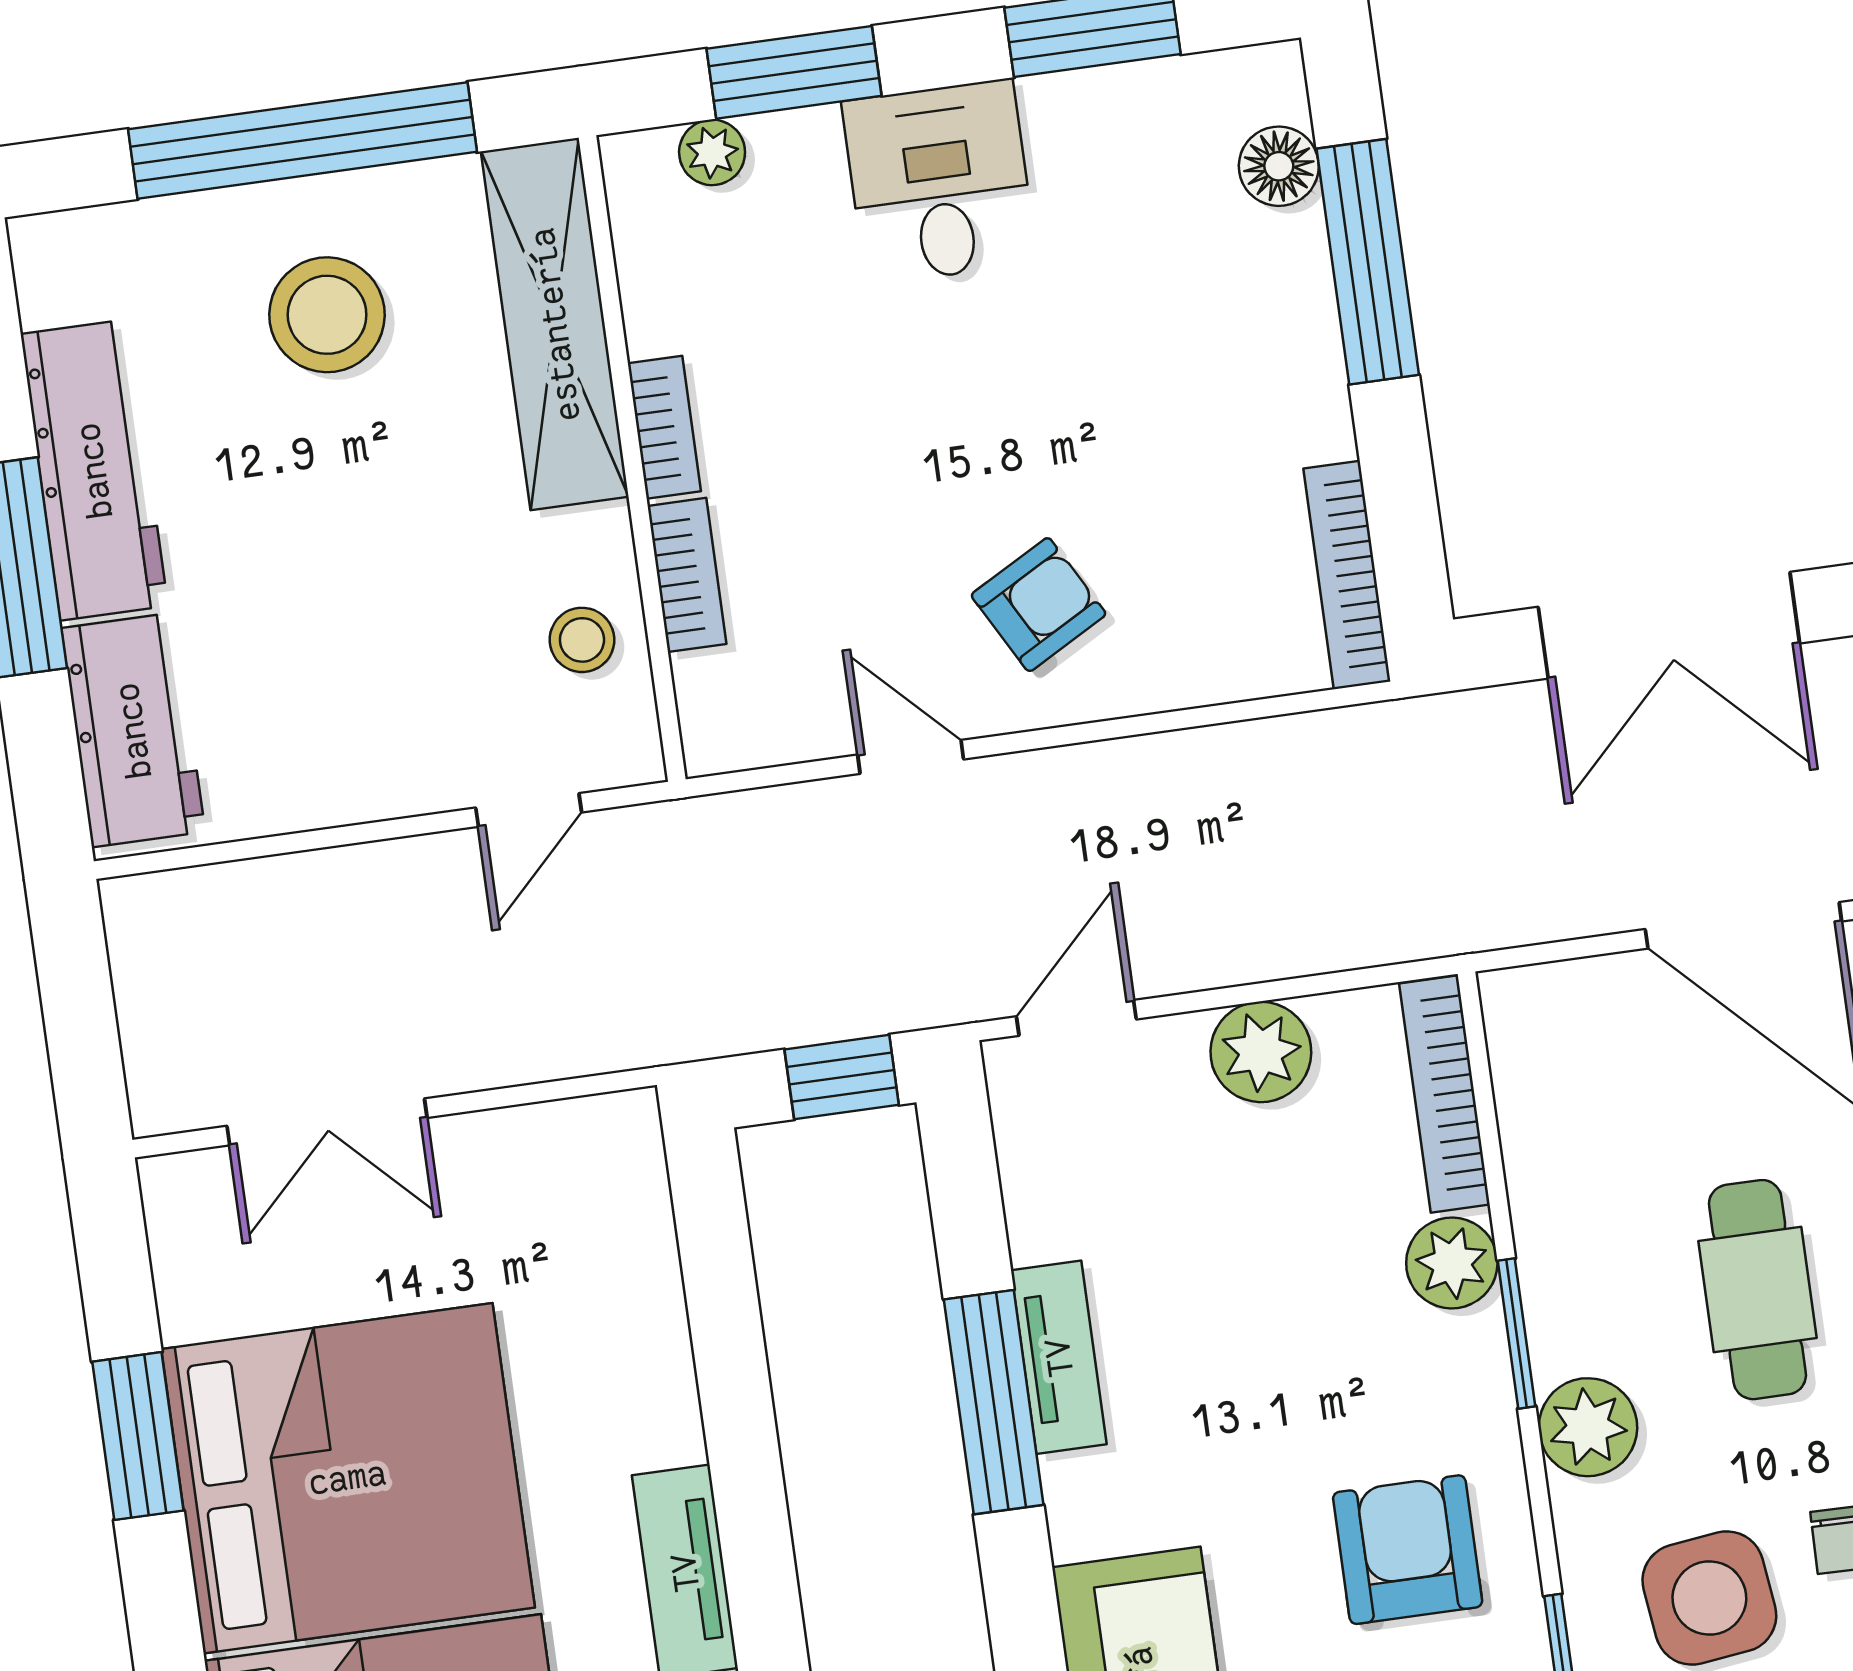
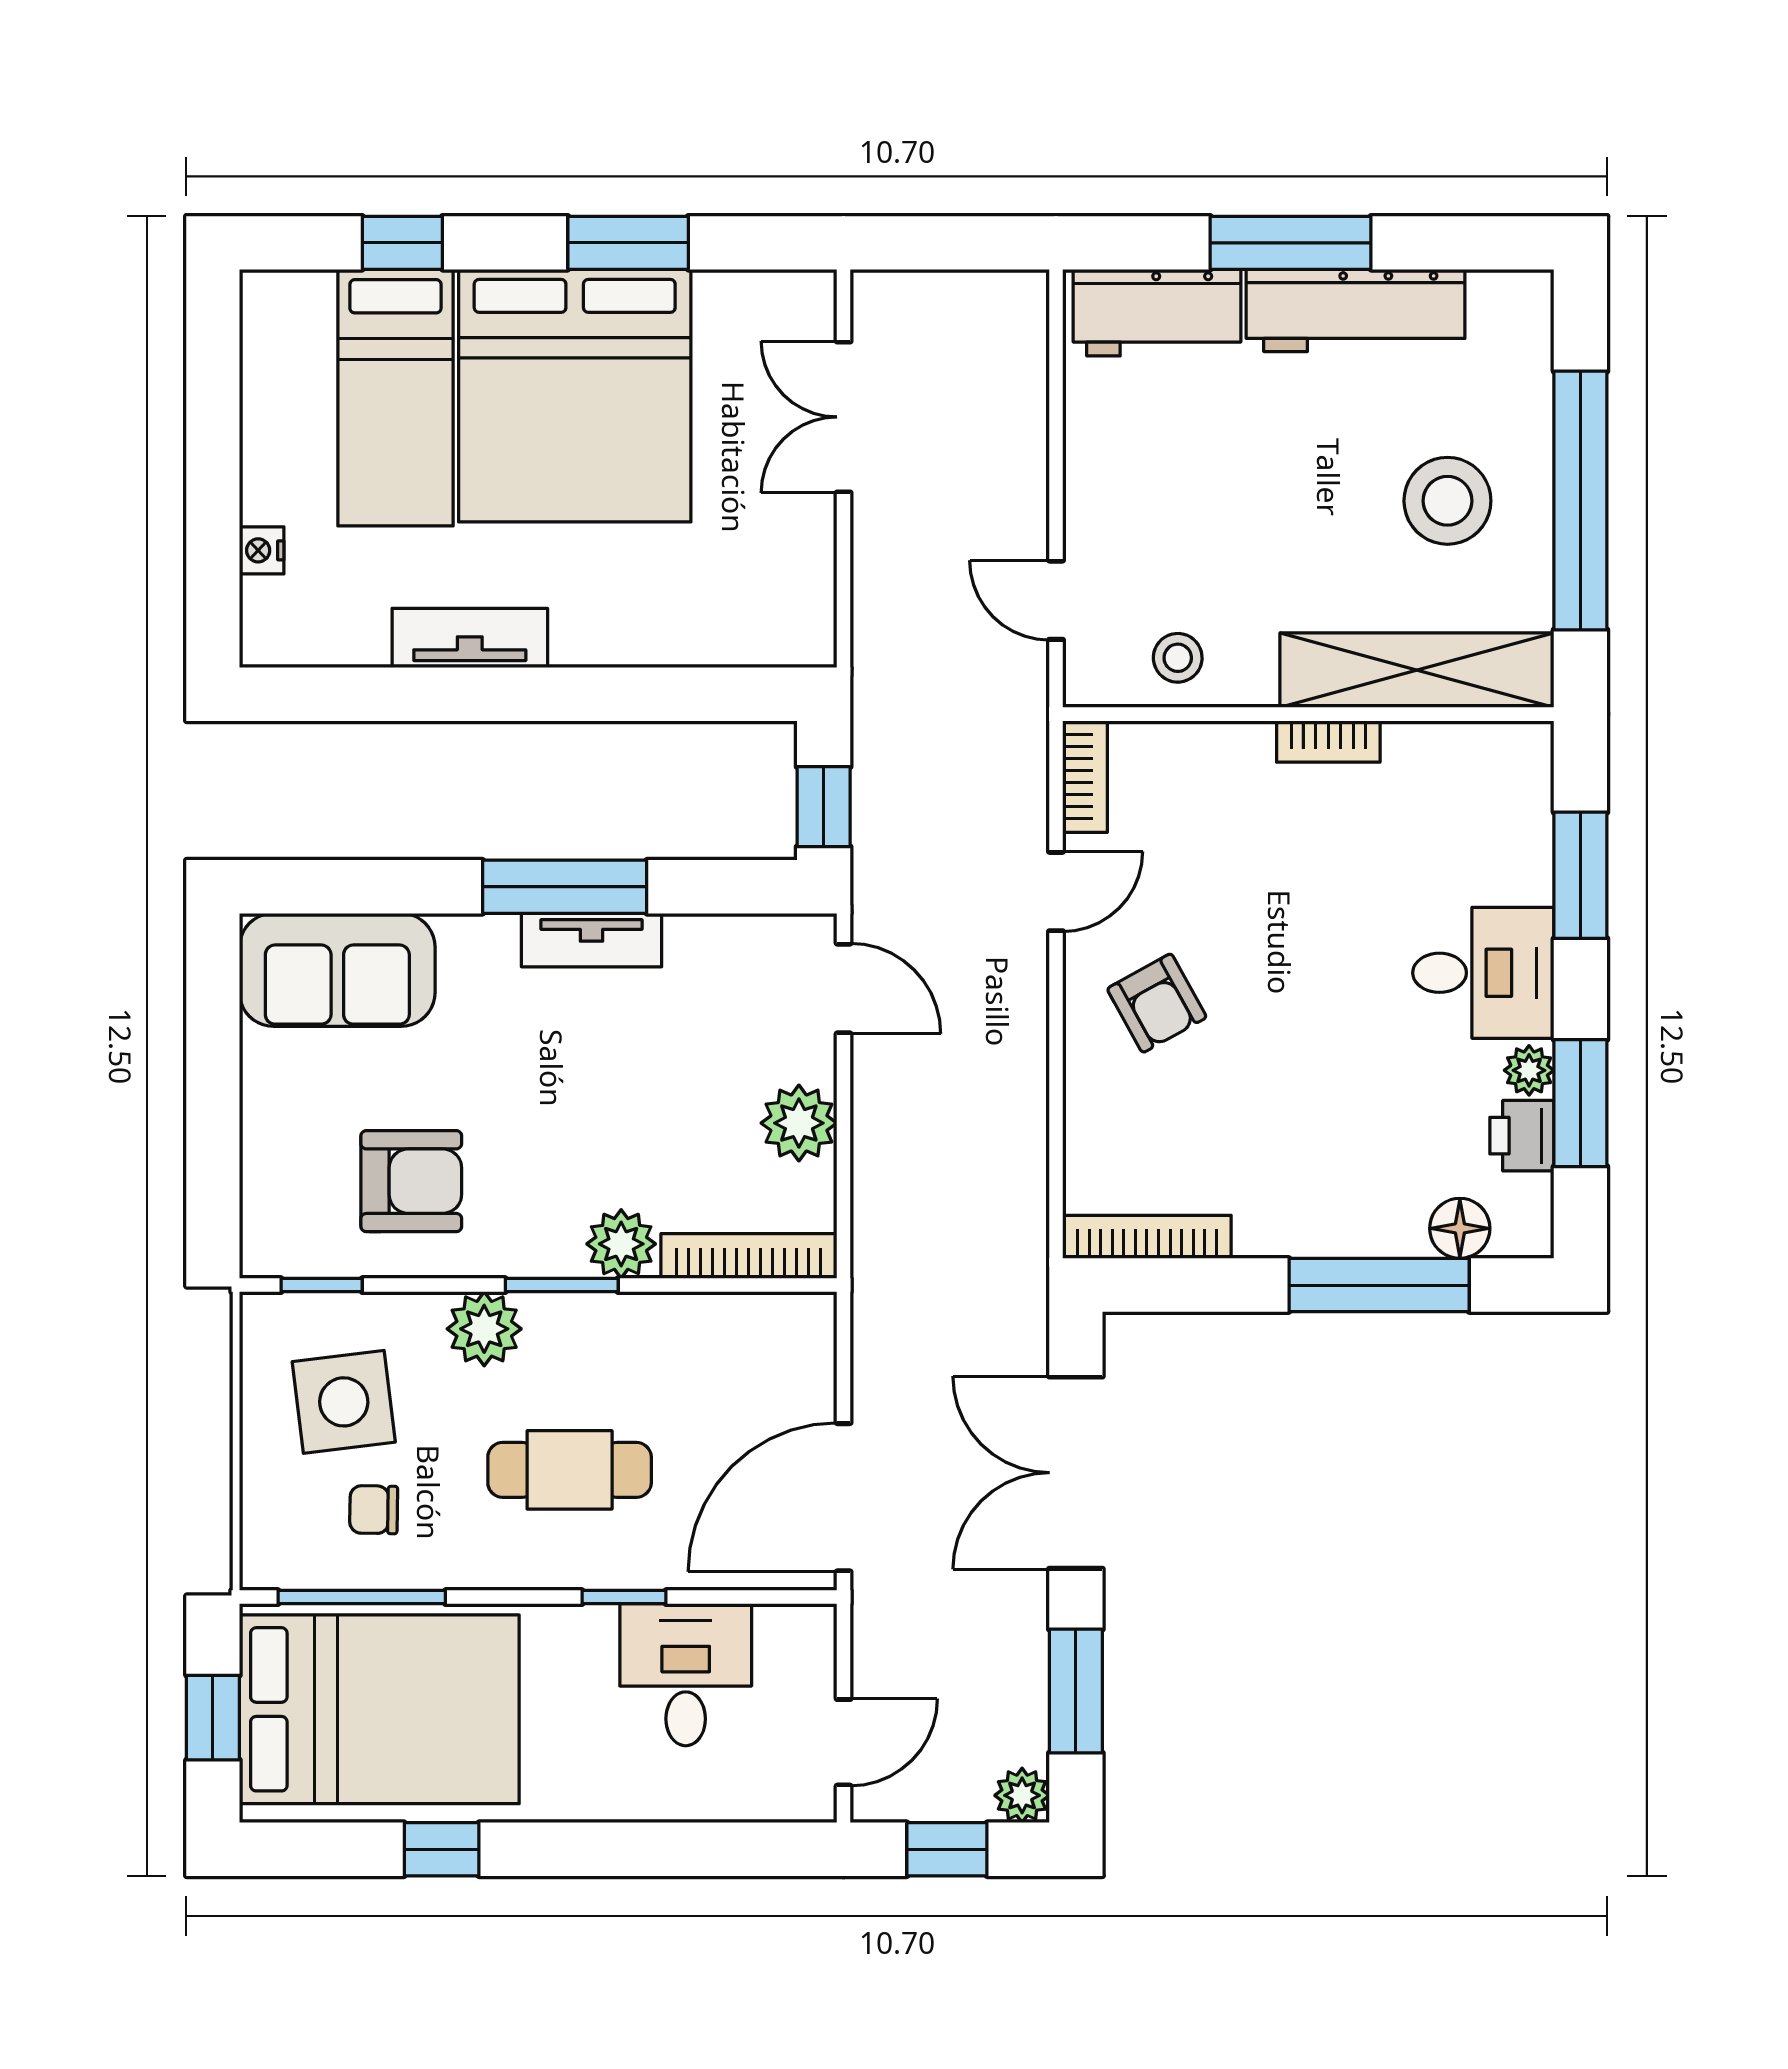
printer: (1146, 102) -> (1522, 1136), added
plant: (712, 152) -> (1529, 1070), moved
bookcase: (687, 575) -> (1085, 777), moved, turned -90

